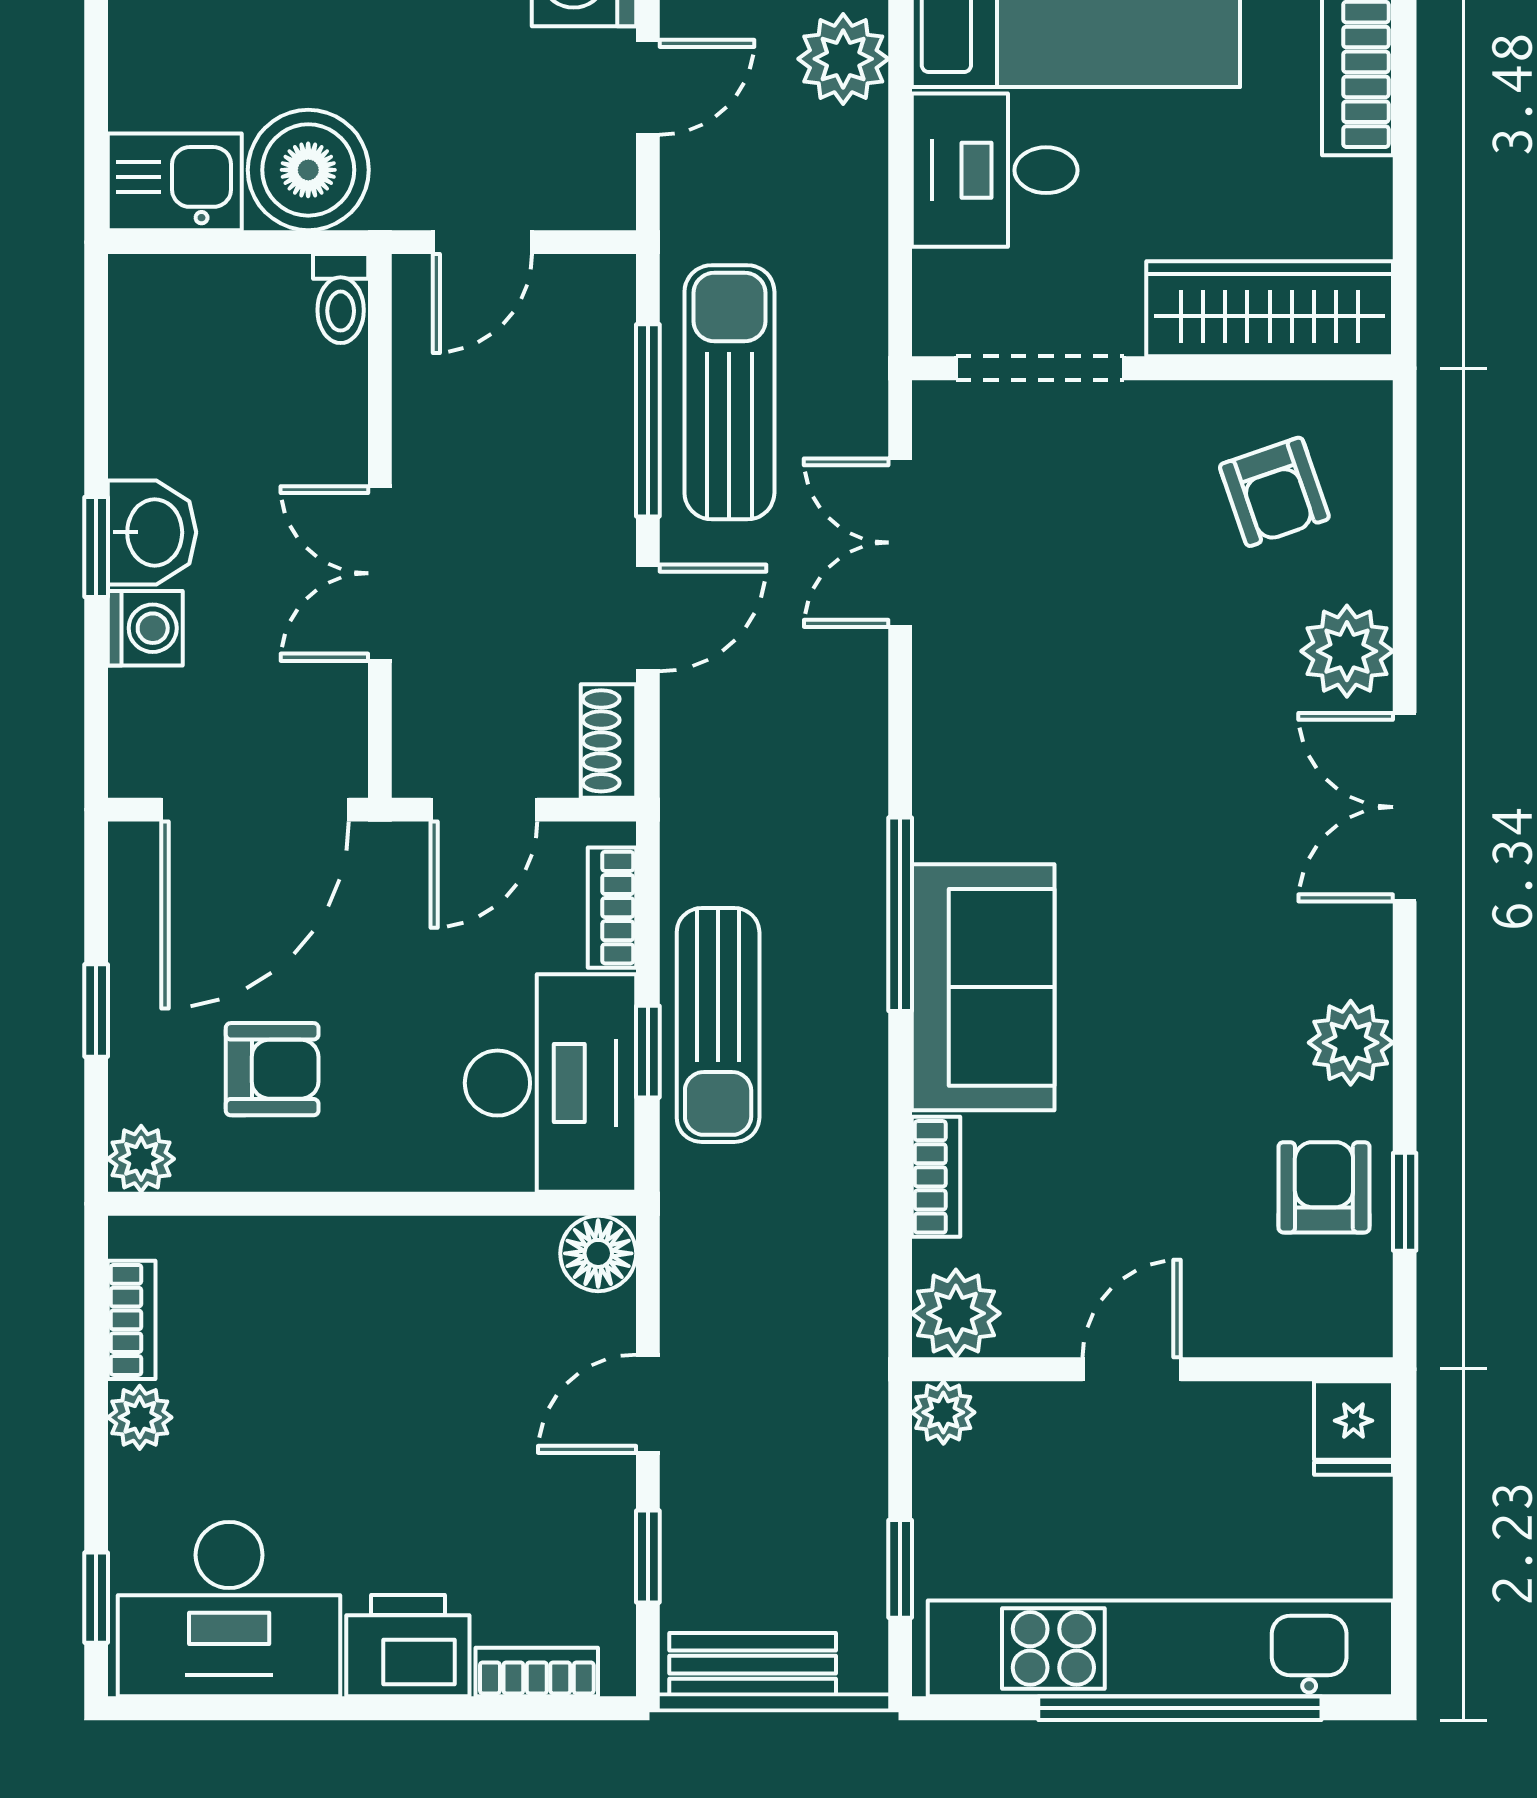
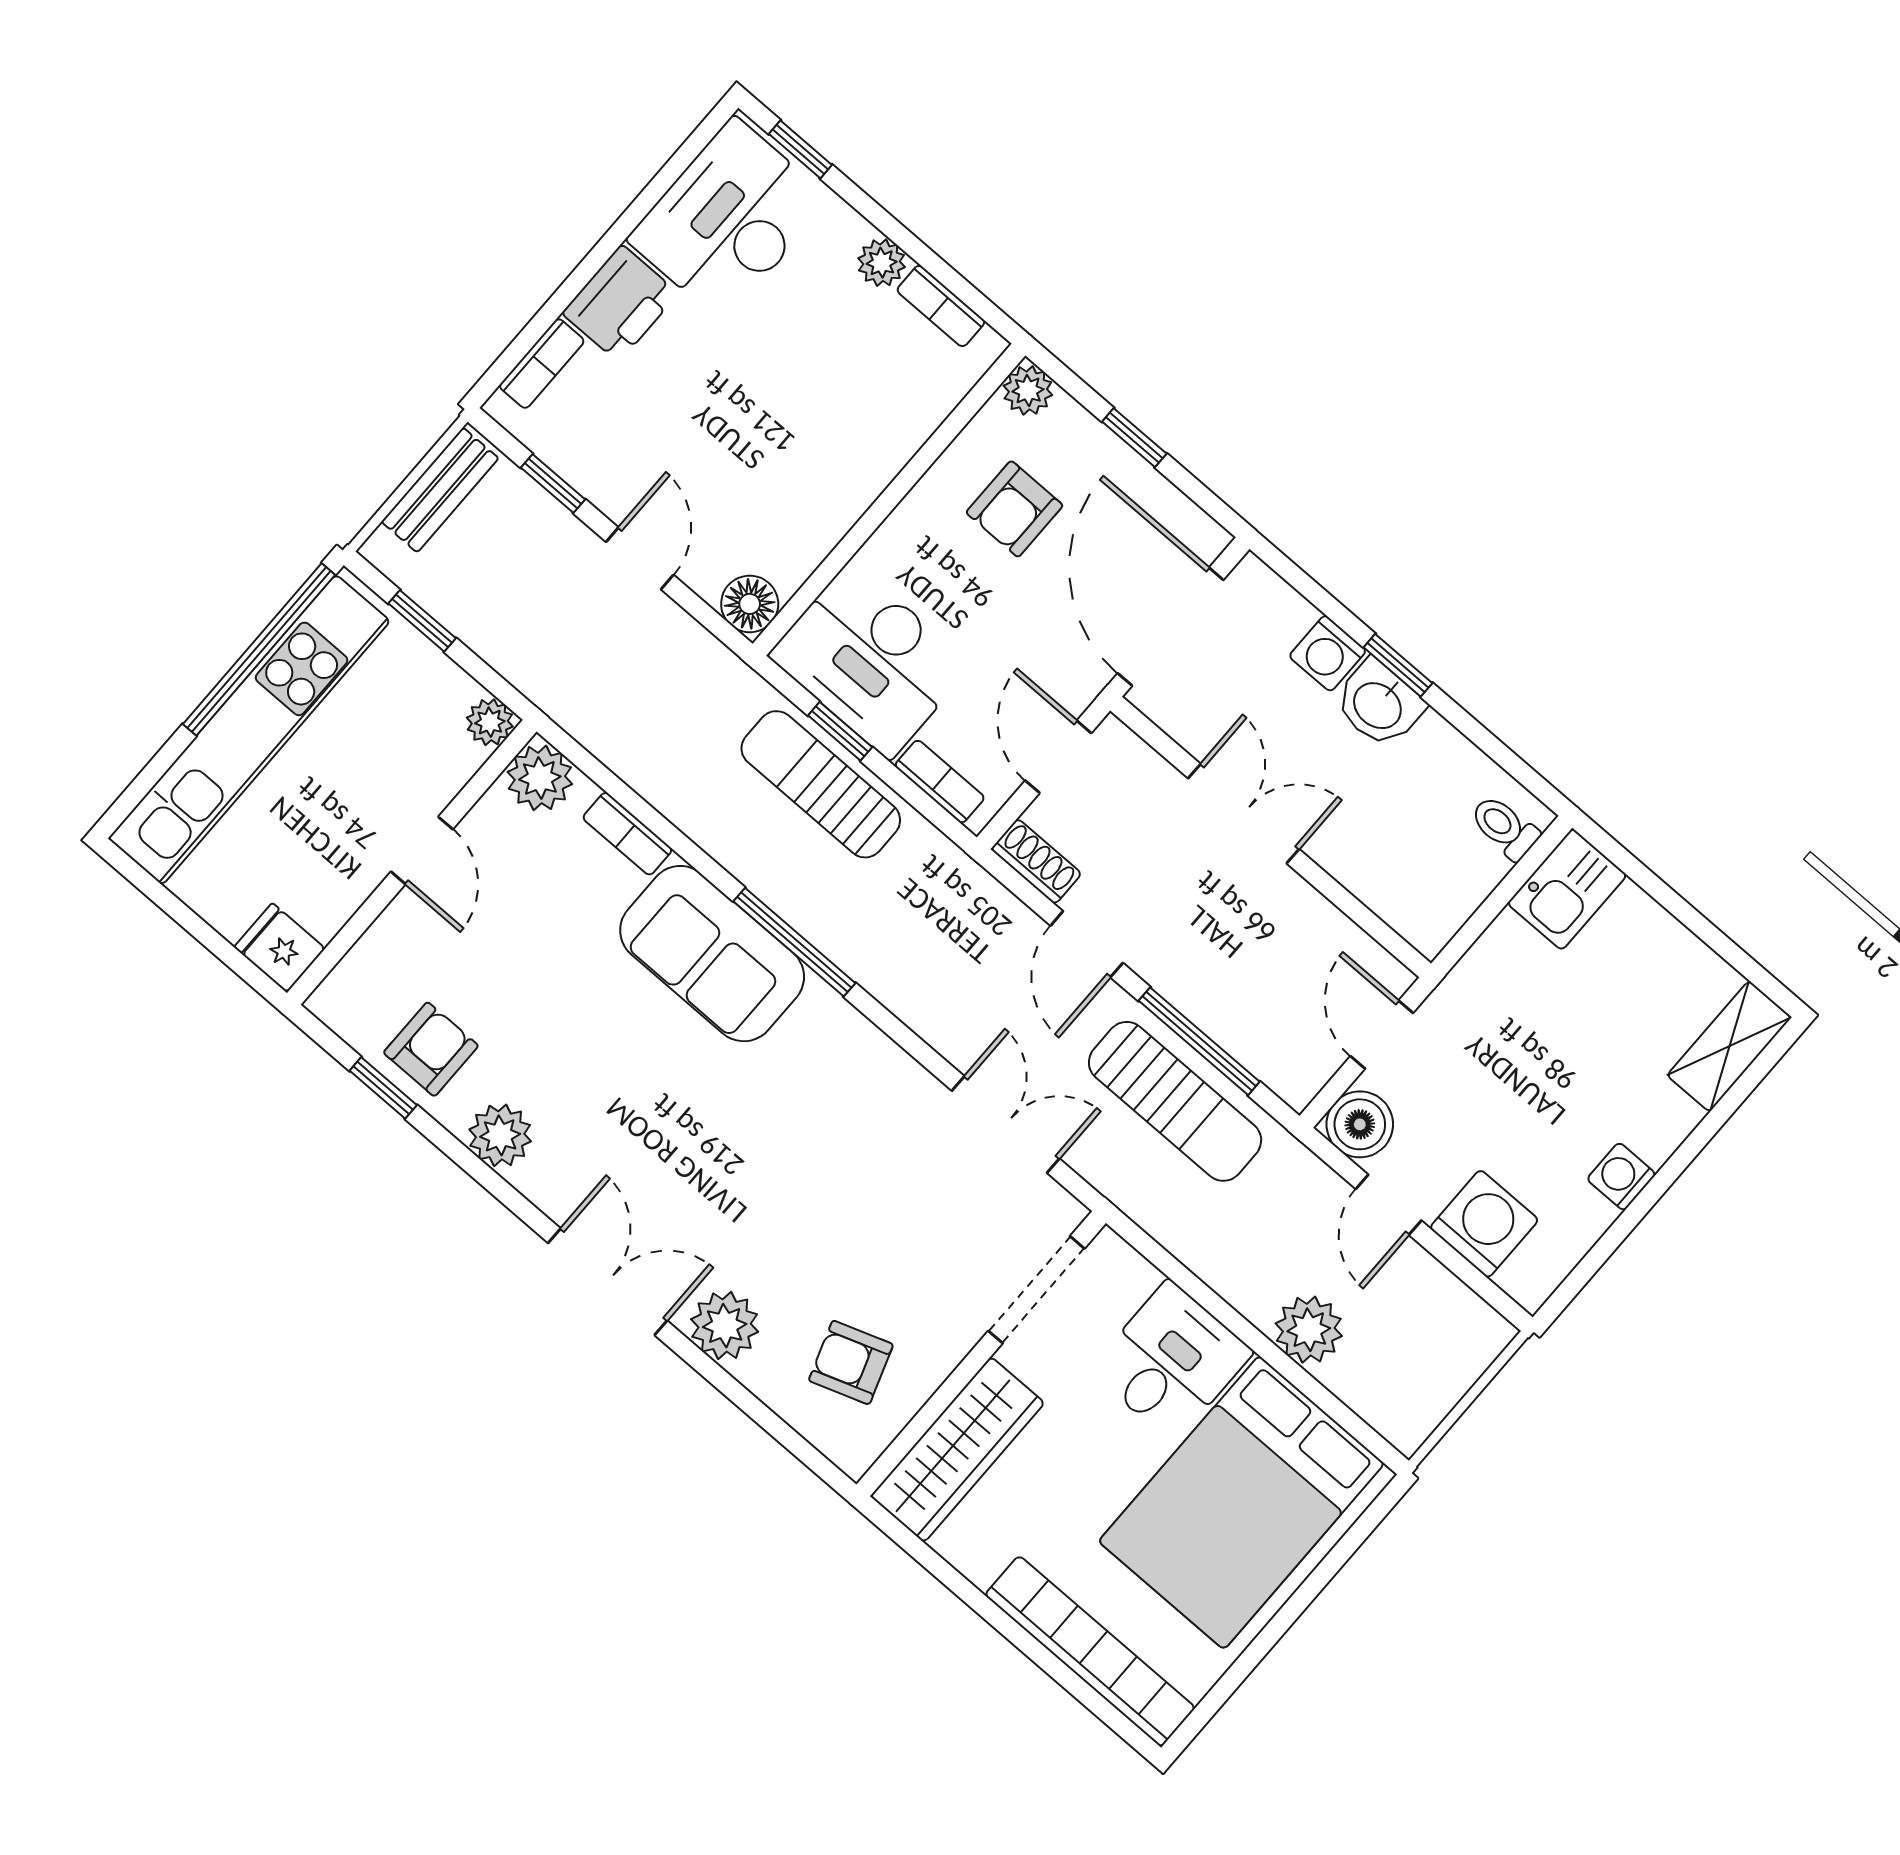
boiler: (308, 170) -> (1360, 1124), moved, width x0.73, depth x0.73
toilet: (341, 299) -> (1505, 827), moved
armchair: (1324, 1187) -> (431, 1049), turned -90
window: (1180, 1708) -> (259, 649), moved

